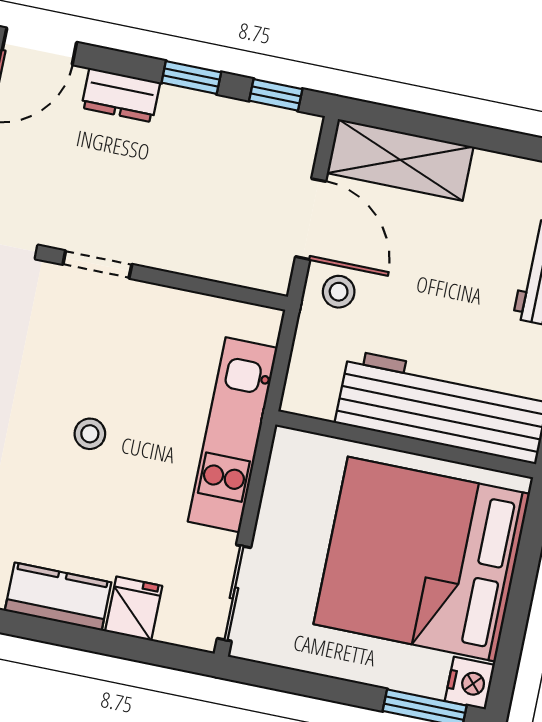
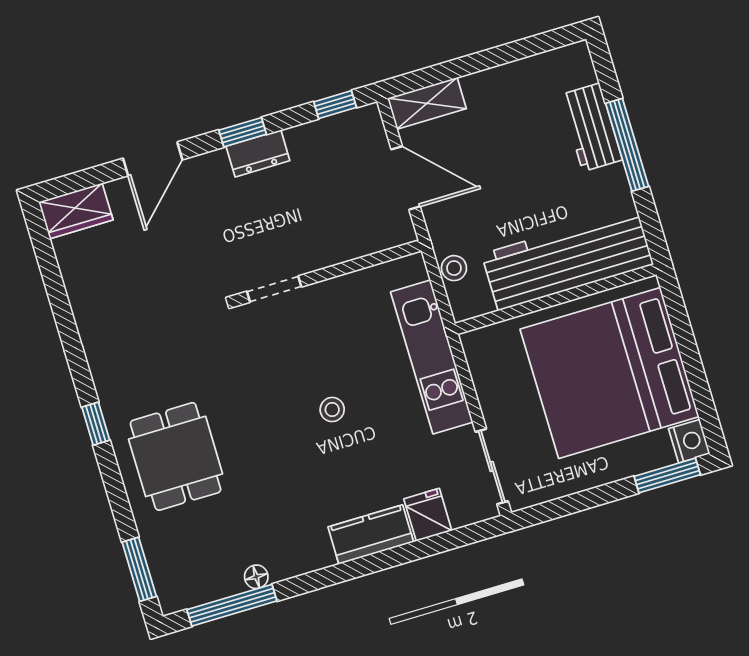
window: (191, 78) -> (243, 132), moved
dresser: (121, 95) -> (258, 153), moved
shelving: (400, 160) -> (427, 103), width x0.67, depth x0.75
stool: (339, 292) -> (454, 268), moved

